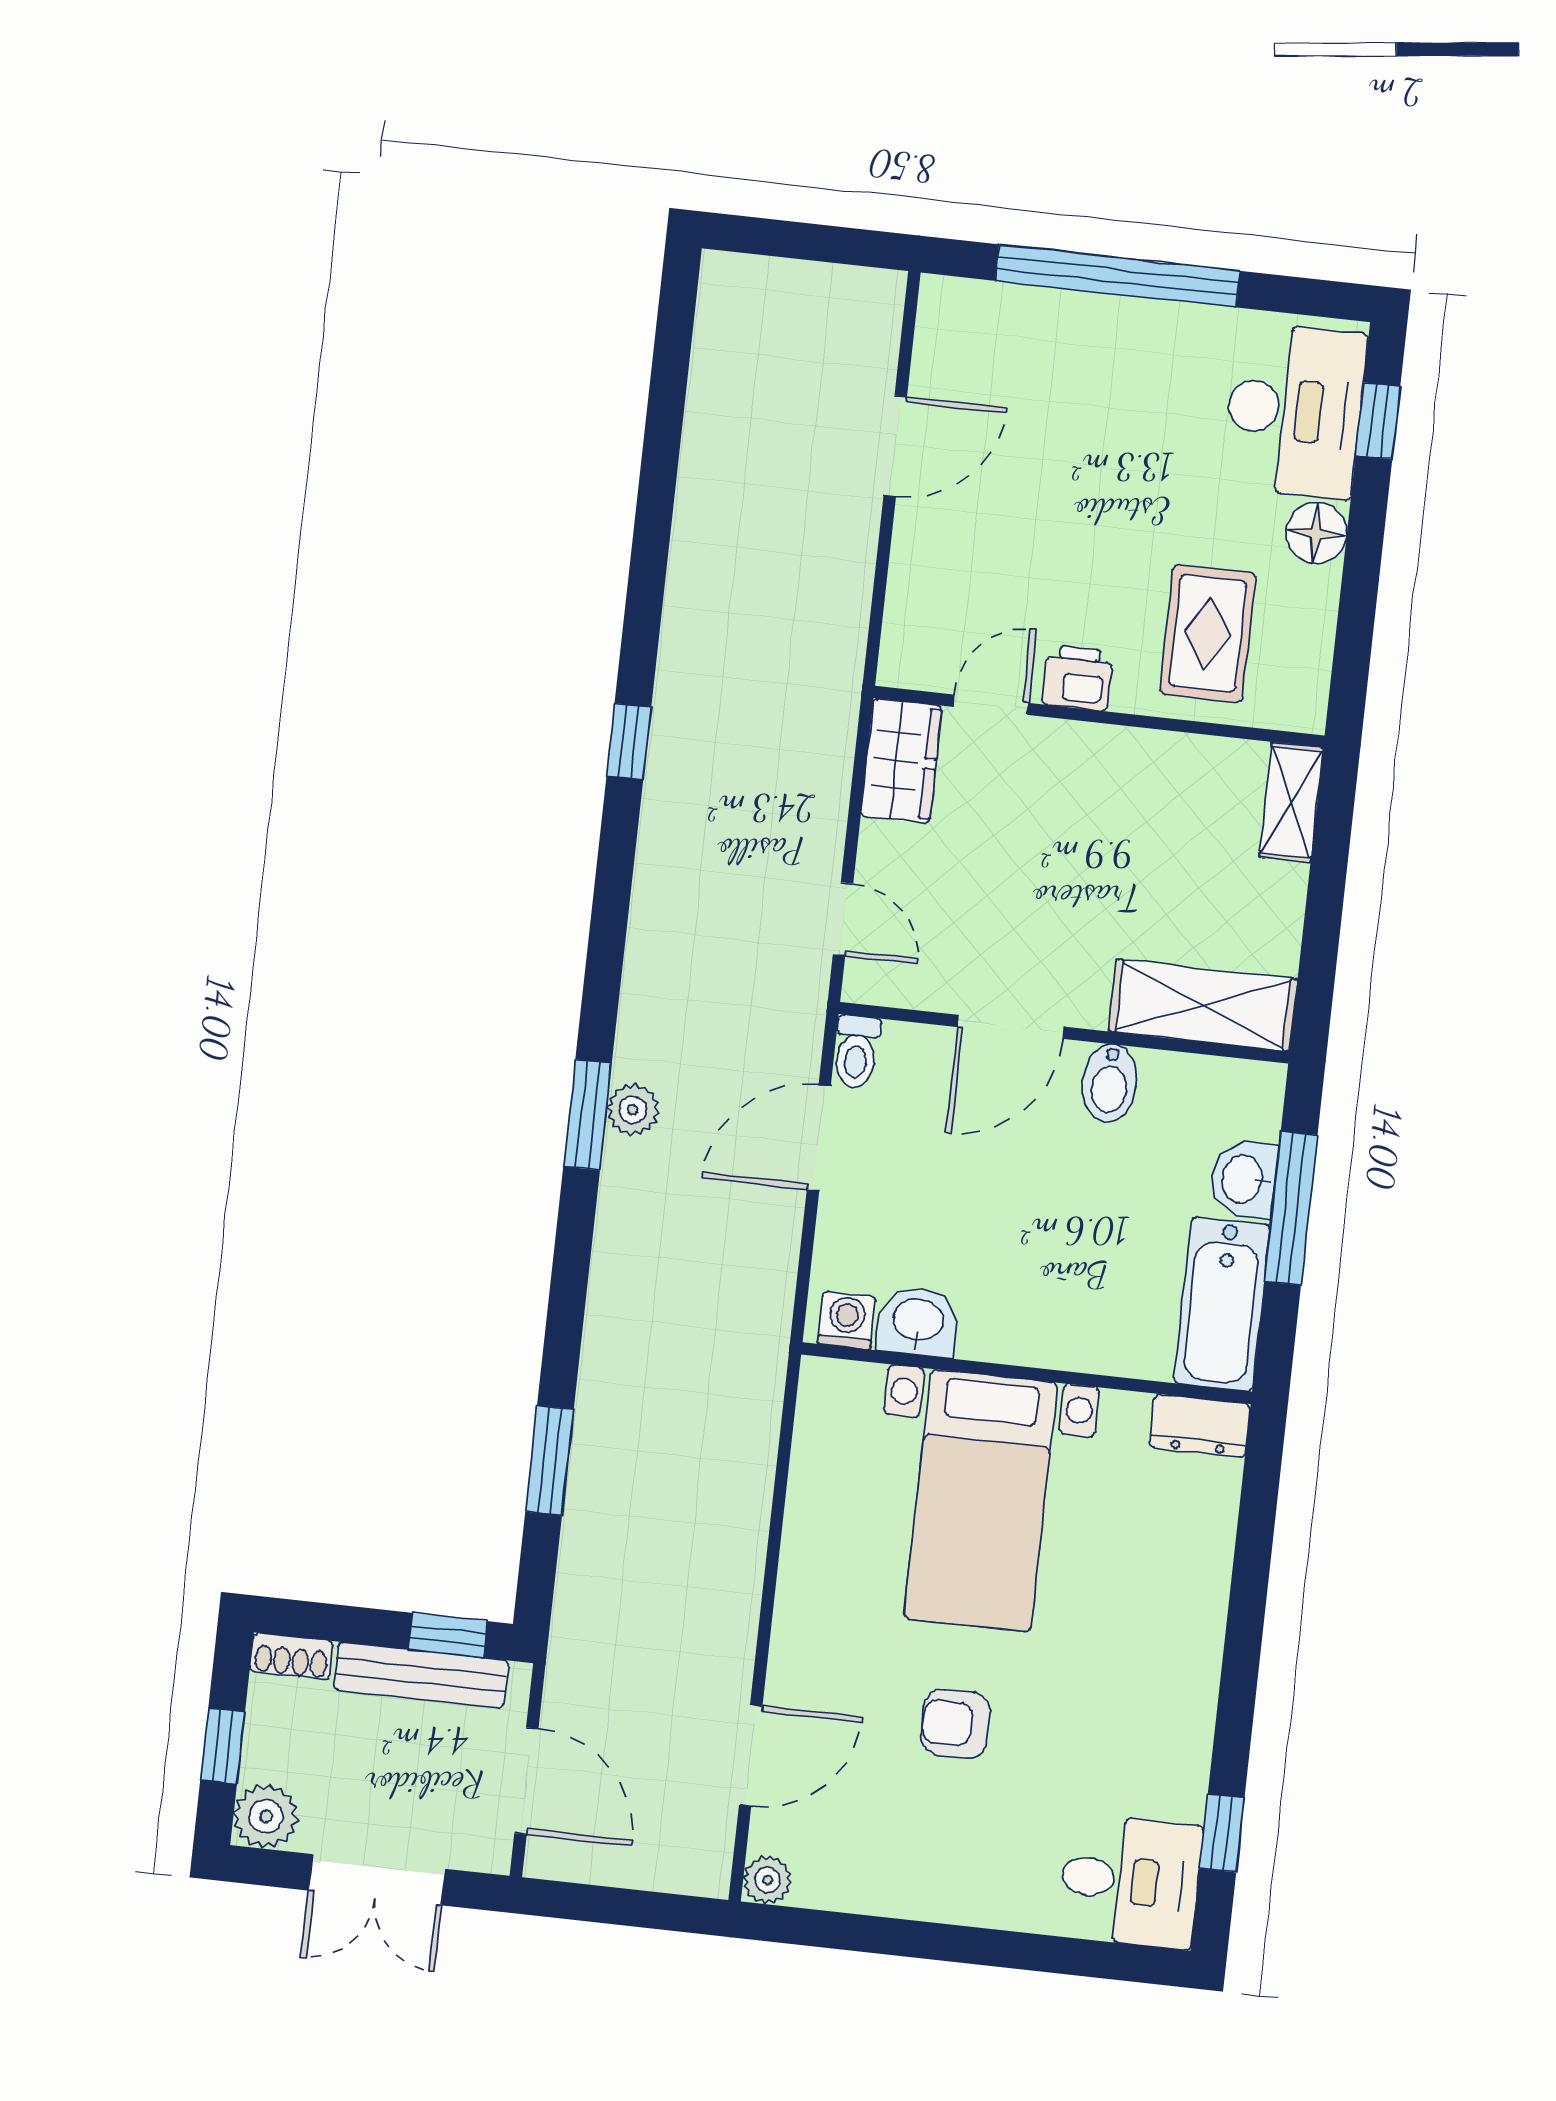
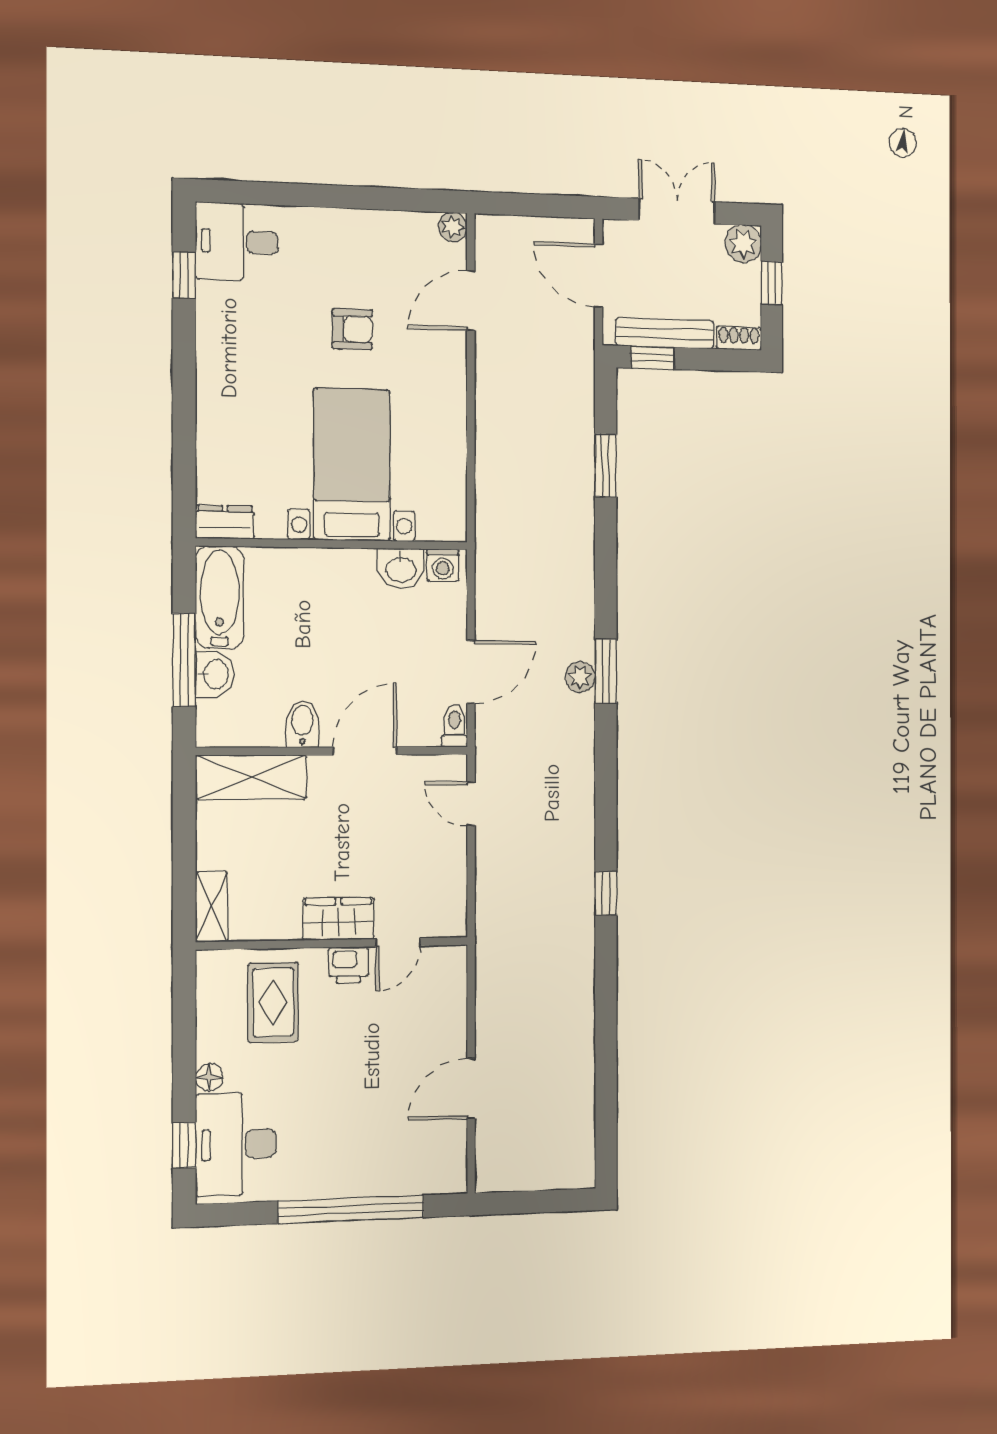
floor lamp: (1316, 533) -> (209, 1077), width x0.73, depth x0.73
wardrobe: (901, 761) -> (338, 919), moved, turned 90

